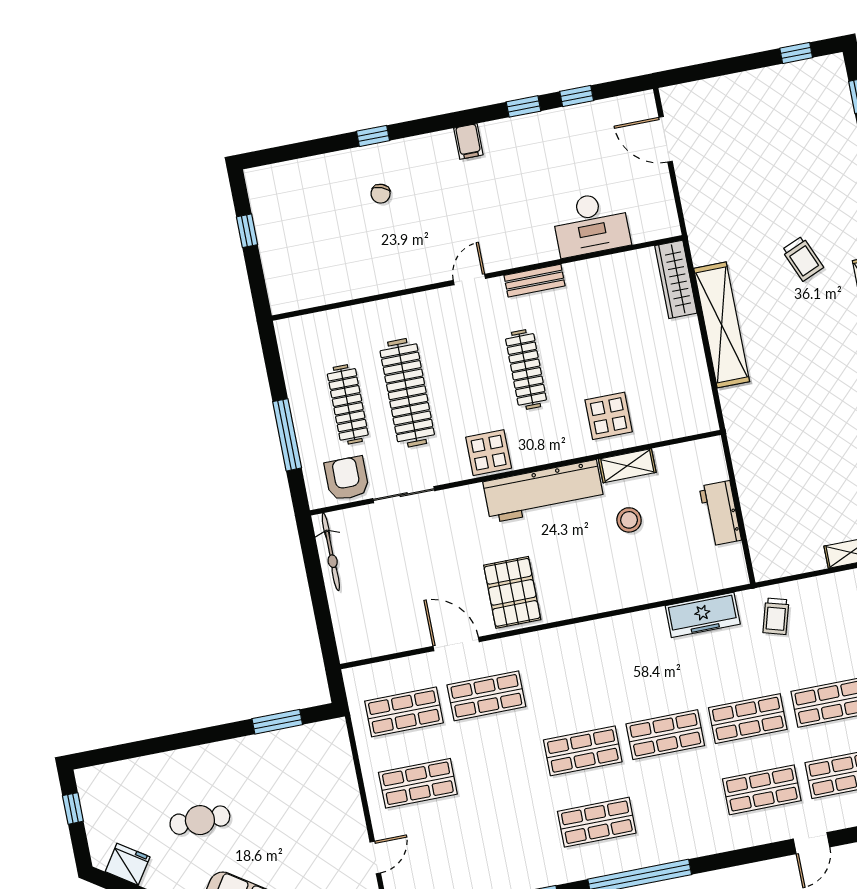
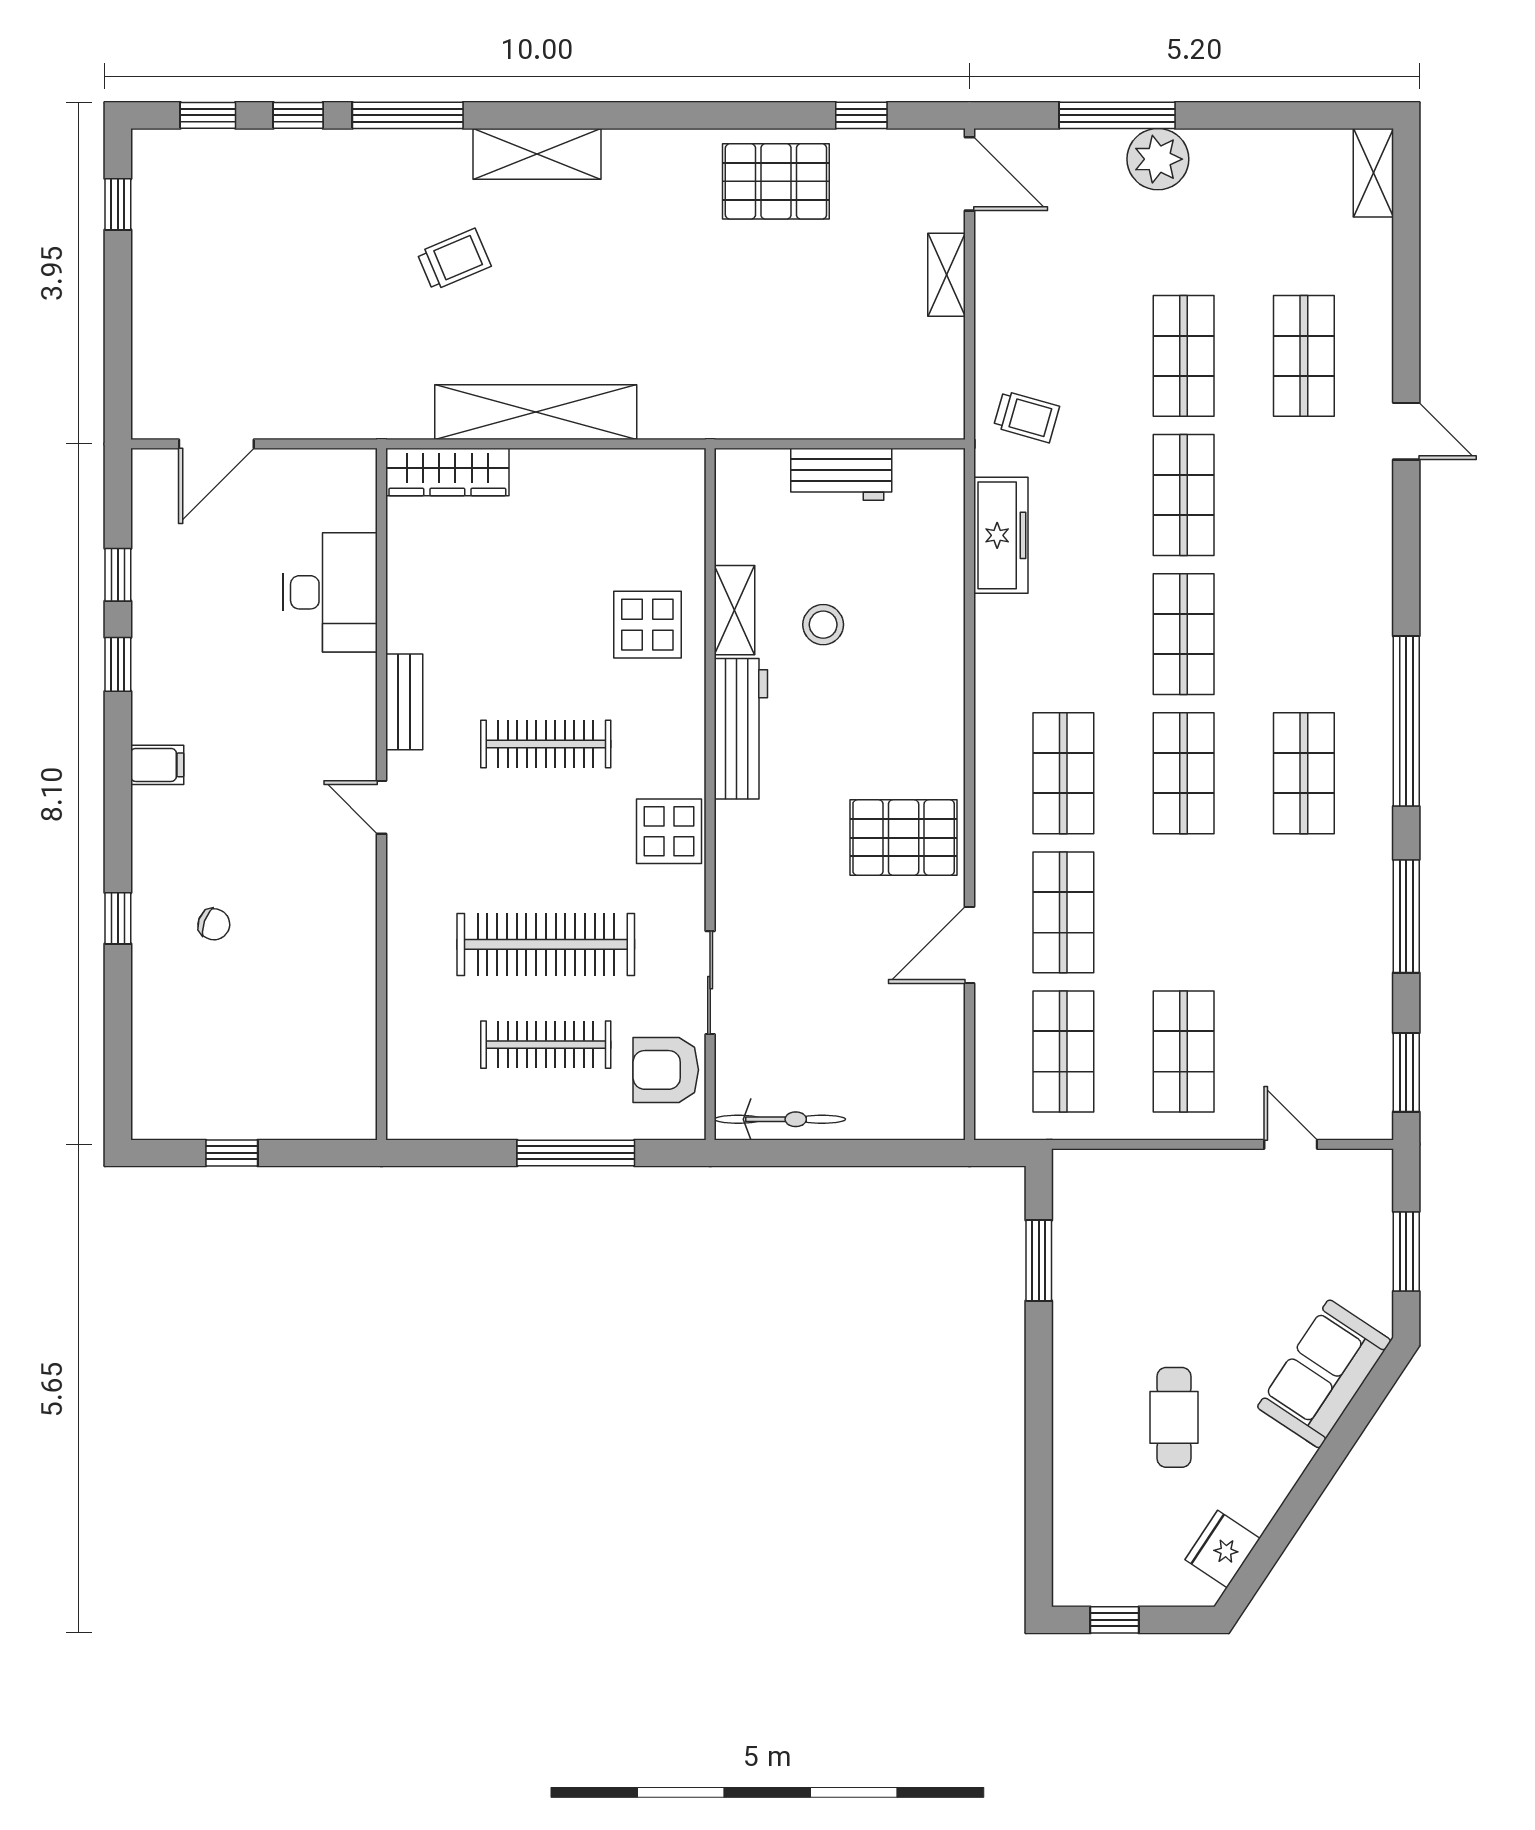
workbench: (544, 491) -> (741, 729), width x0.73, depth x0.76
shop shelf: (762, 790) -> (1063, 773), moved

